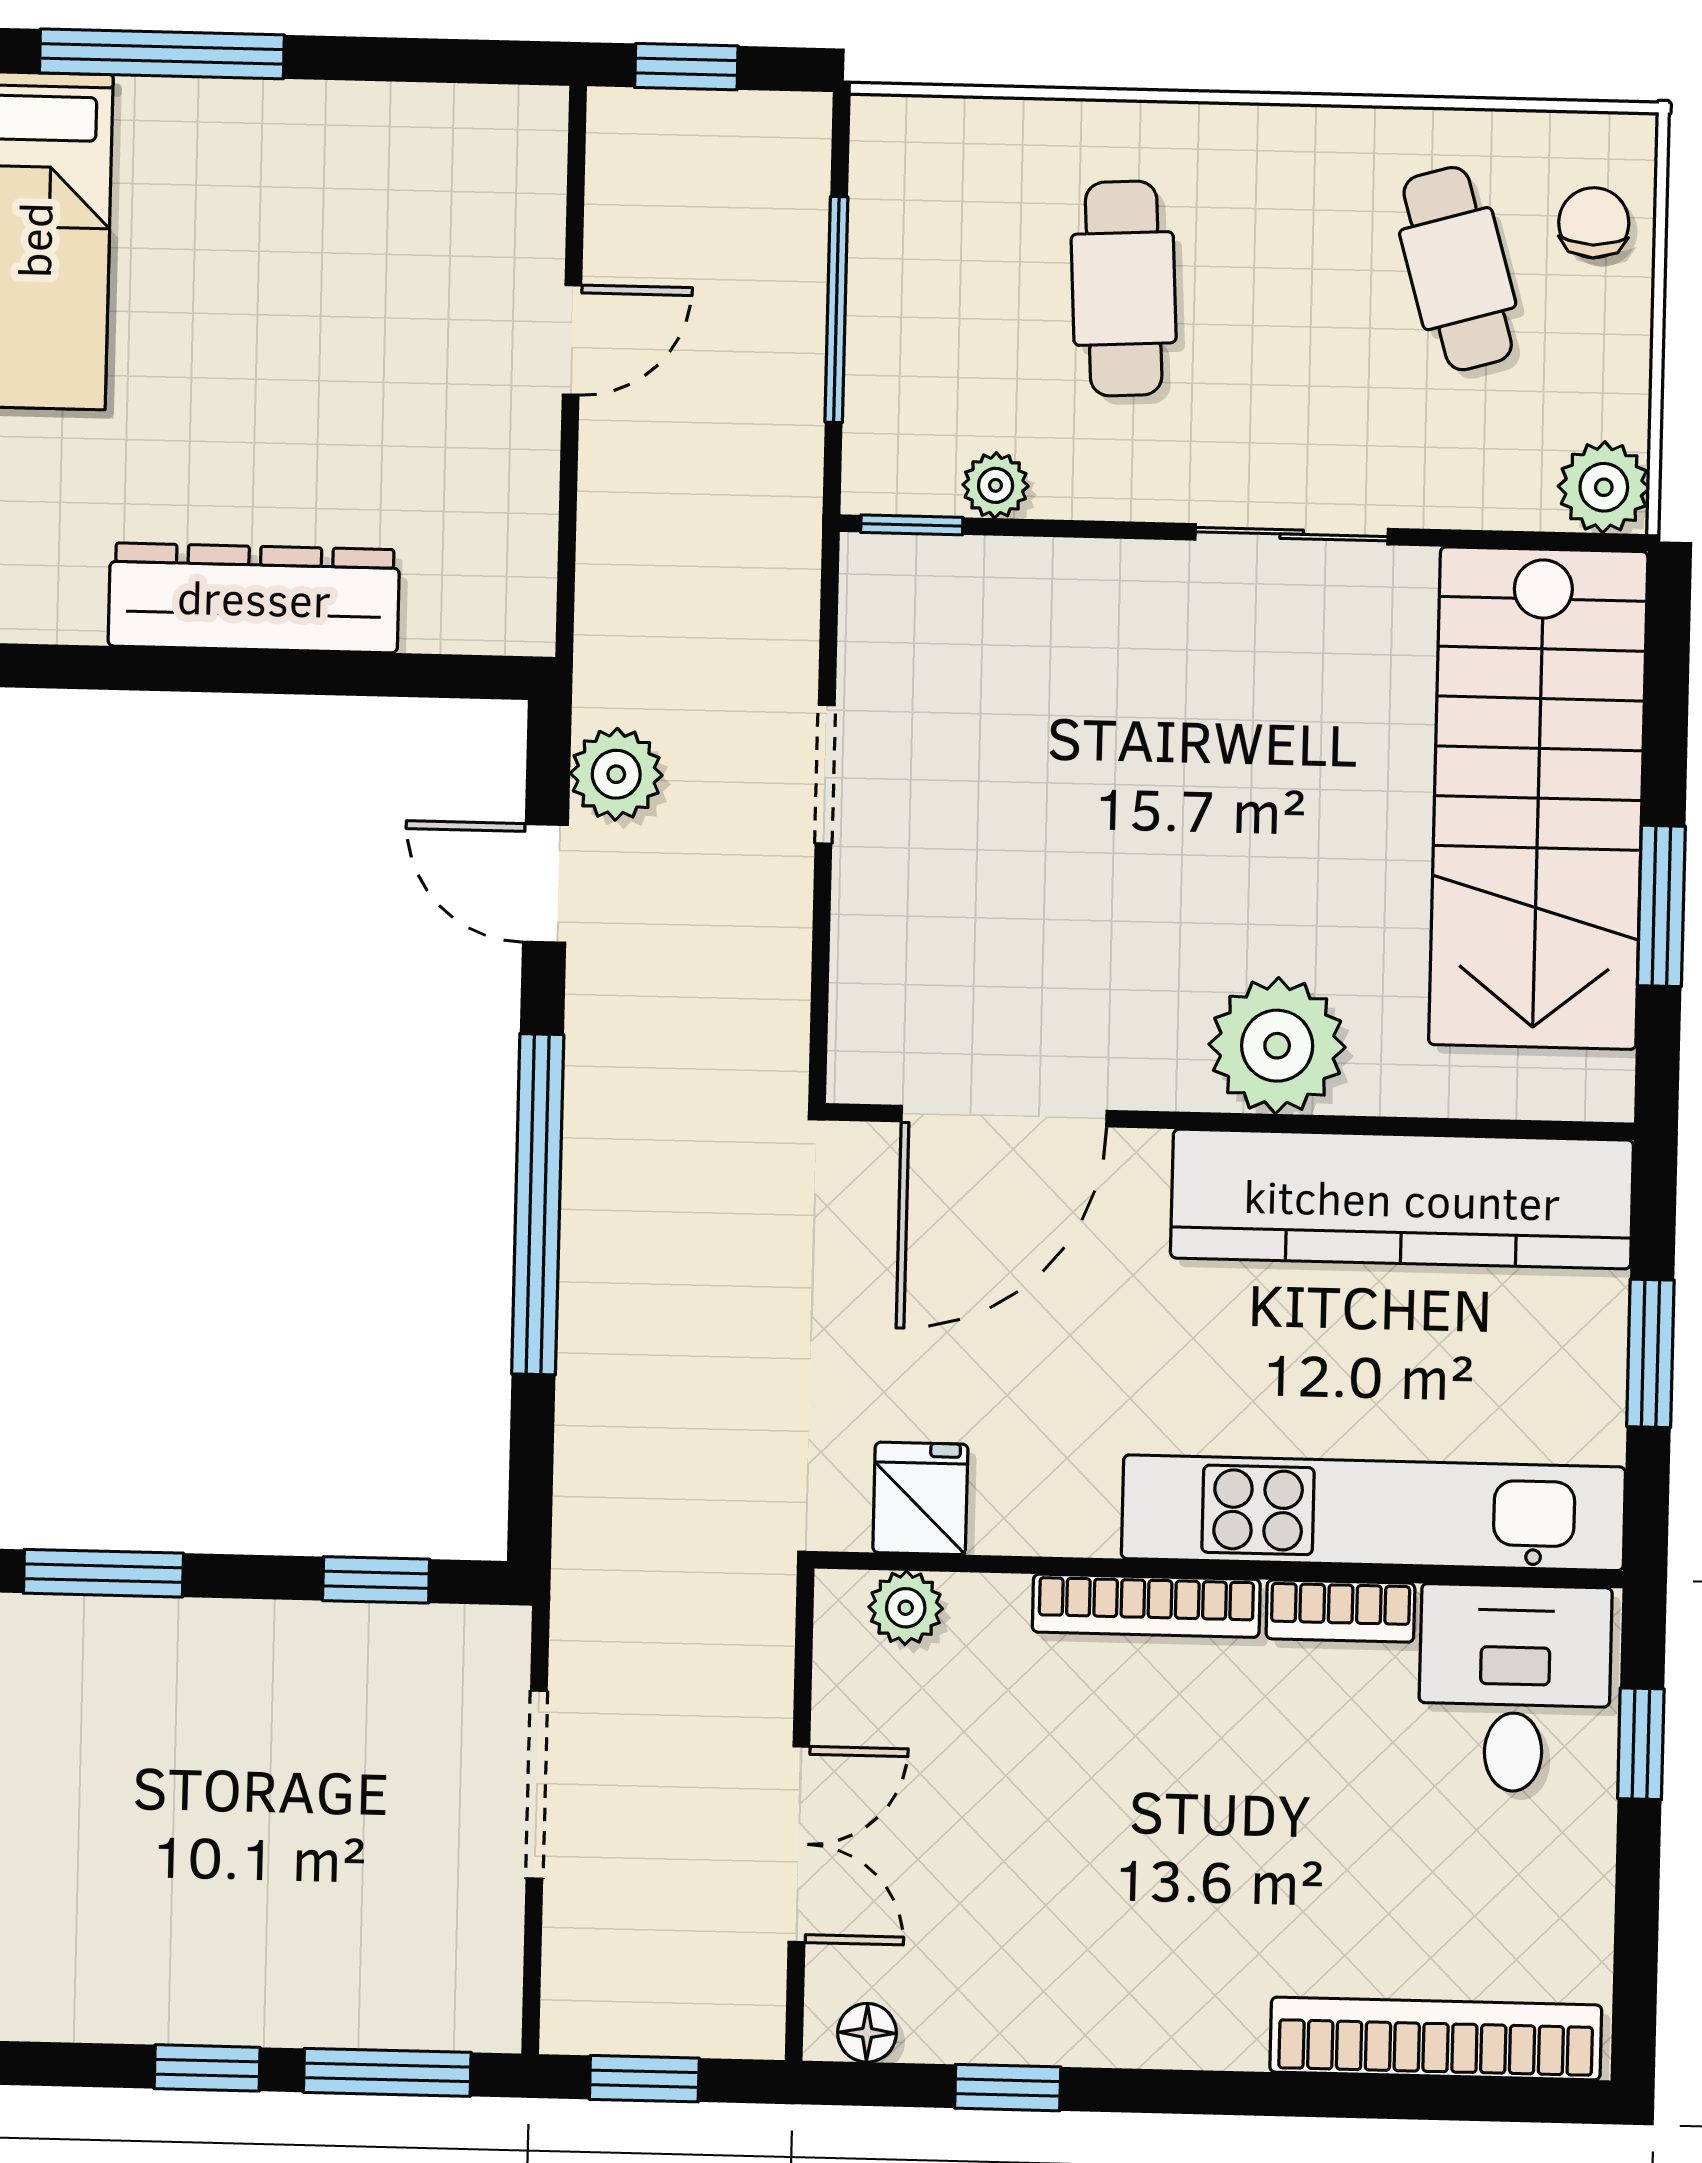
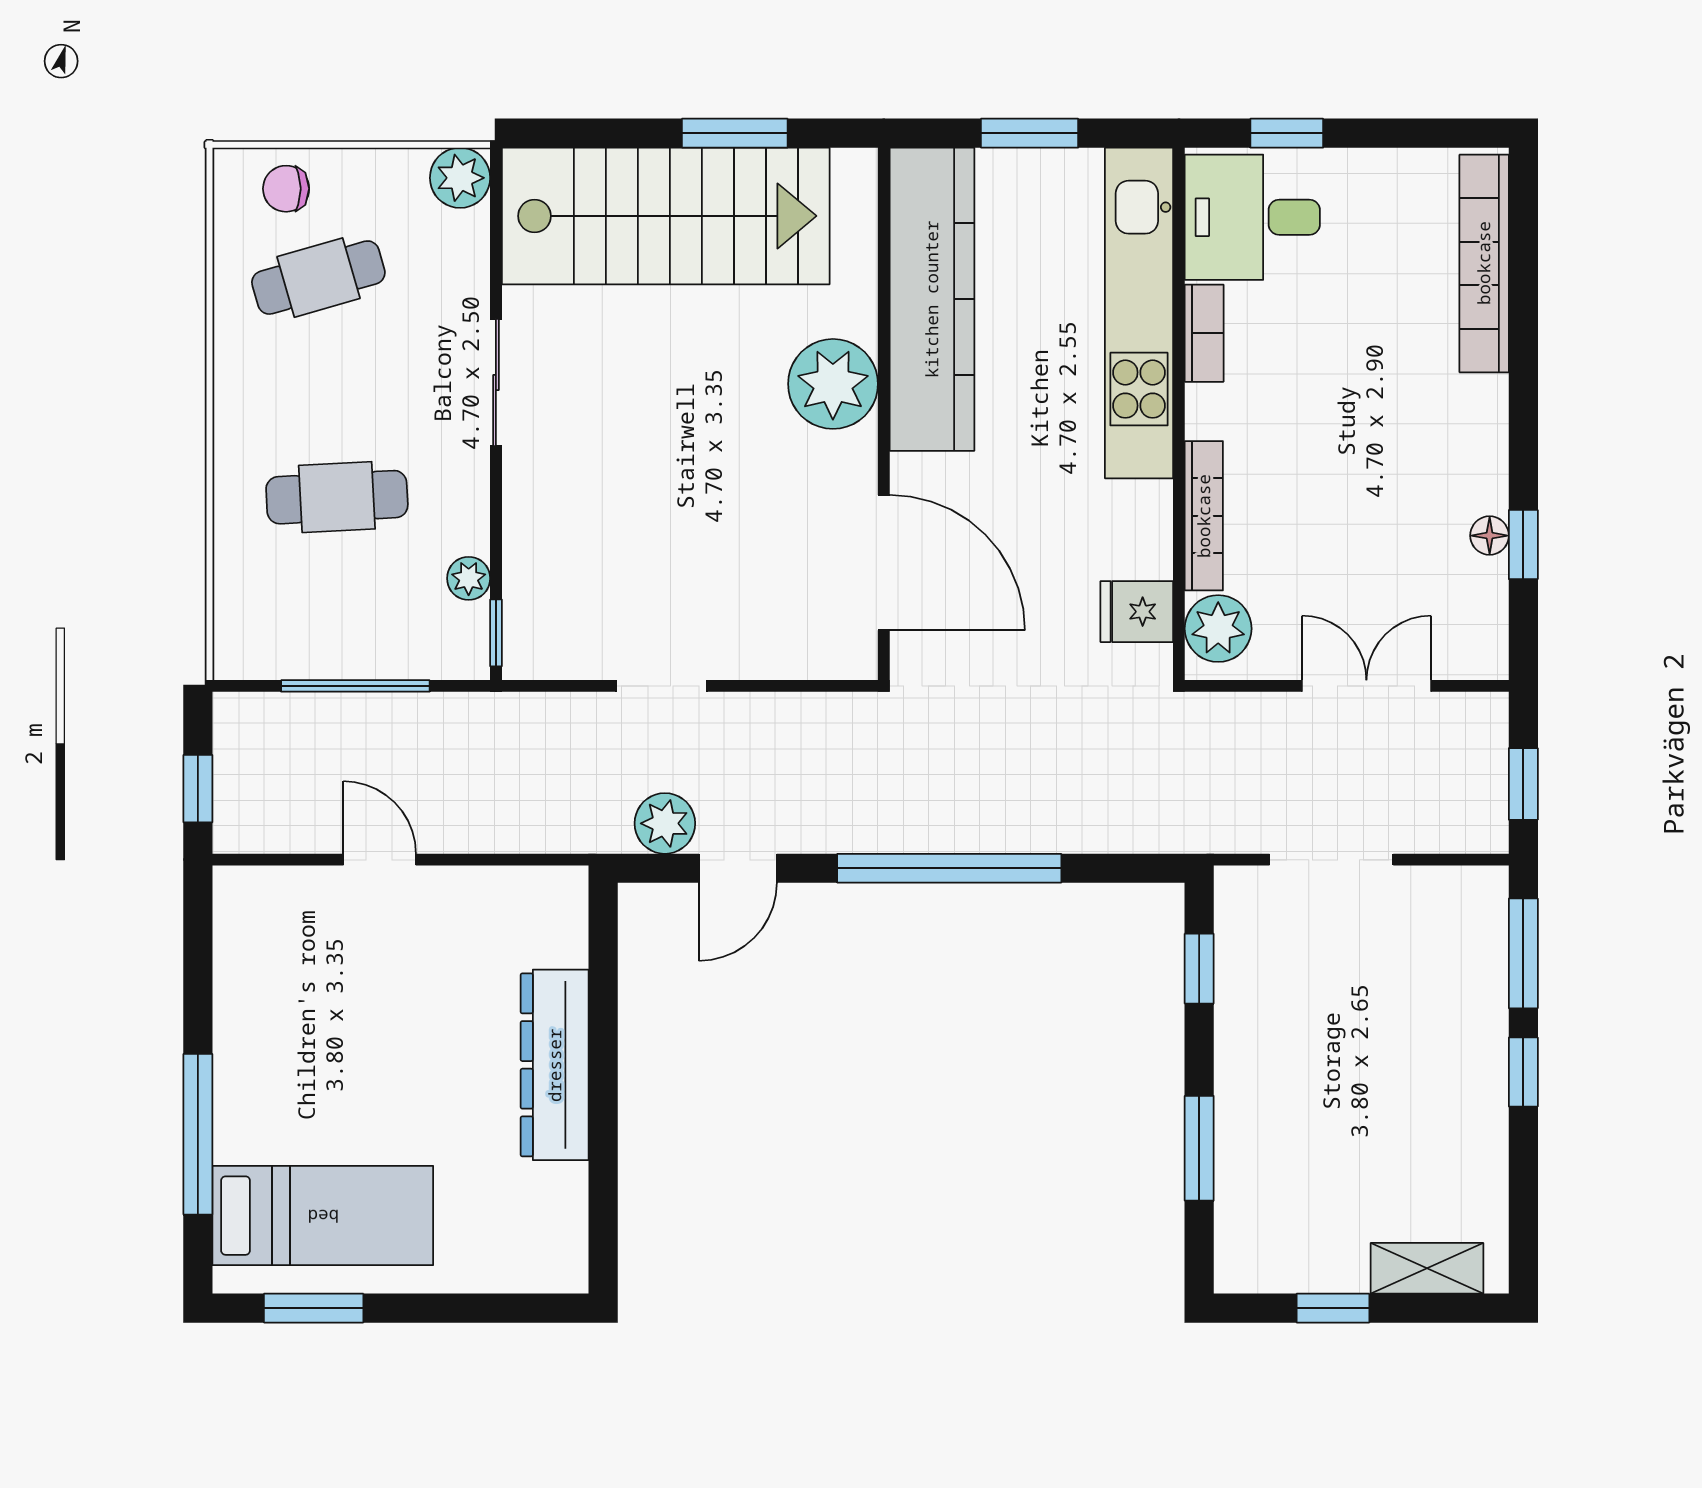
bookcase: (1146, 1606) -> (1204, 516), moved
plant: (906, 1608) -> (1218, 629), width x1.38, depth x1.38
floor lamp: (867, 2033) -> (1490, 536), moved

